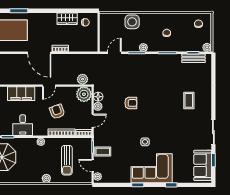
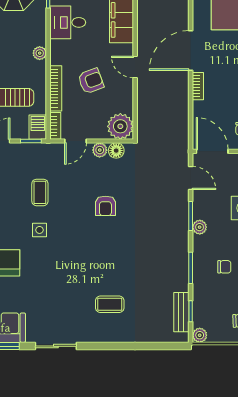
door: (99, 40) -> (212, 151), added
plant: (83, 79) -> (146, 124), removed
door: (93, 121) -> (75, 141), hinge flipped
barbecue: (84, 143) -> (38, 127), added
coffee table: (103, 151) -> (40, 192), moved

